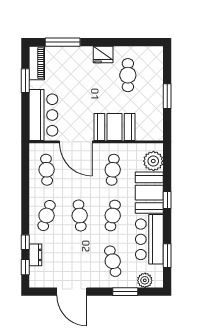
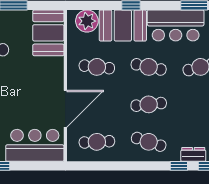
booth: (114, 127) -> (48, 33), moved

